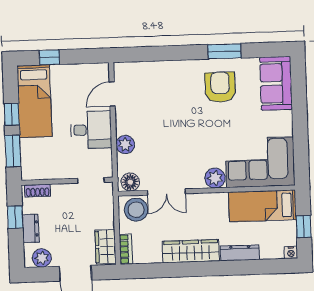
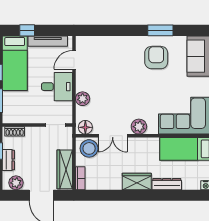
tv unit: (77, 71) -> (48, 41), added
plant: (215, 178) -> (139, 127), moved
wardrobe: (105, 247) -> (65, 169), width x1.50
wardrobe: (191, 251) -> (137, 182), width x0.67

